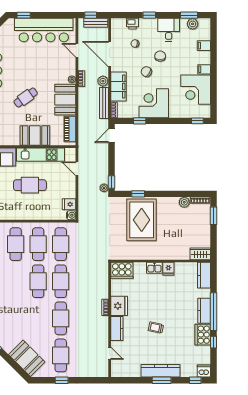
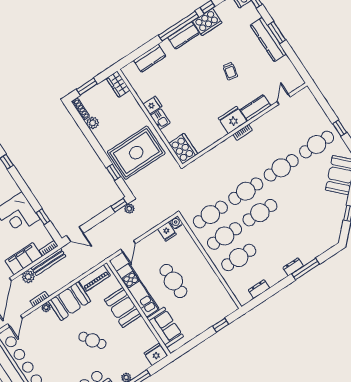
wardrobe: (200, 254) -> (118, 84), moved
wall: (161, 261) -> (150, 117), moved
kitchen sink: (154, 268) -> (160, 119), moved
fridge: (168, 269) -> (152, 105), moved
cooker: (122, 270) -> (183, 149), moved

